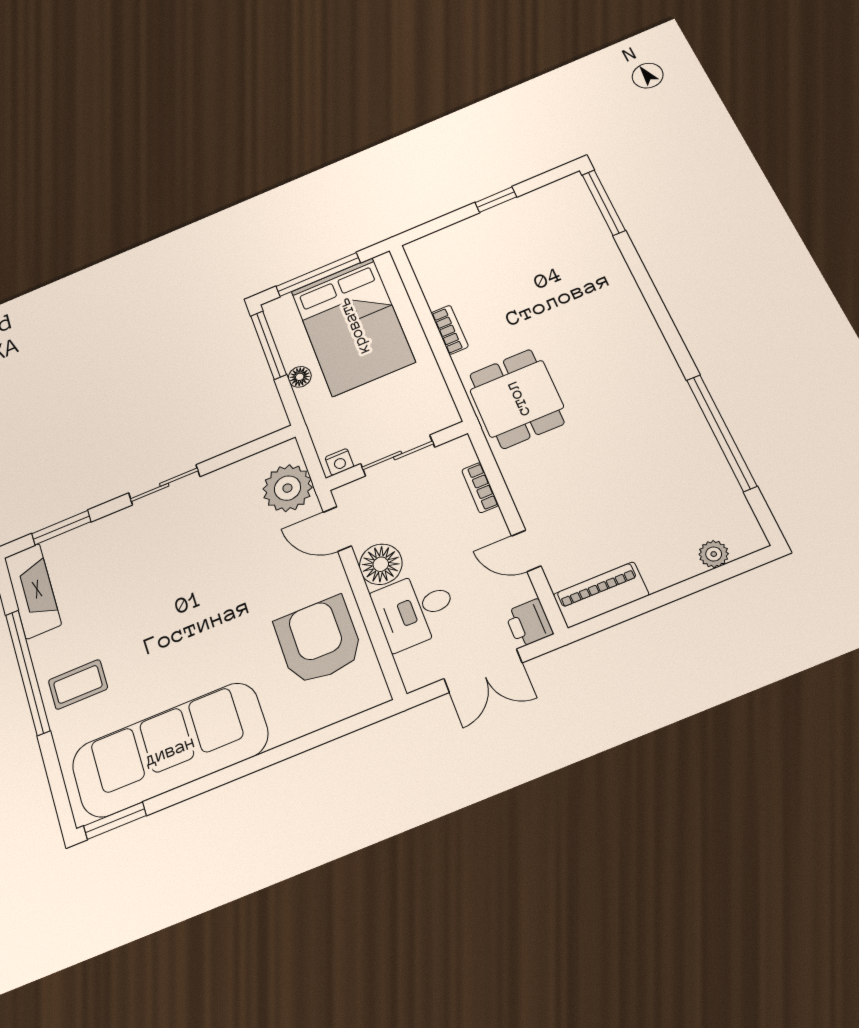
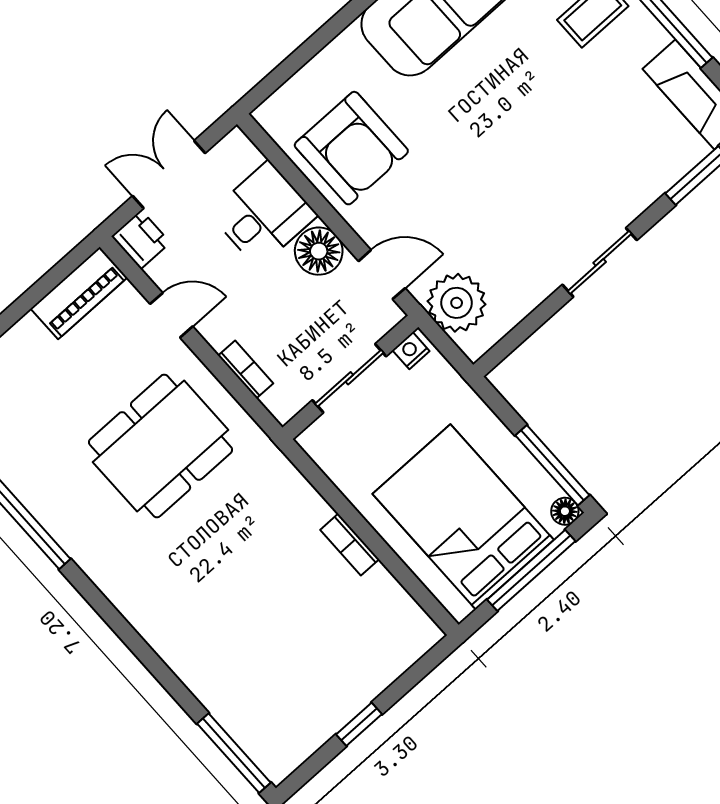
floor lamp: (300, 377) -> (565, 511), moved
dining table: (517, 399) -> (161, 446), moved, width x1.38

